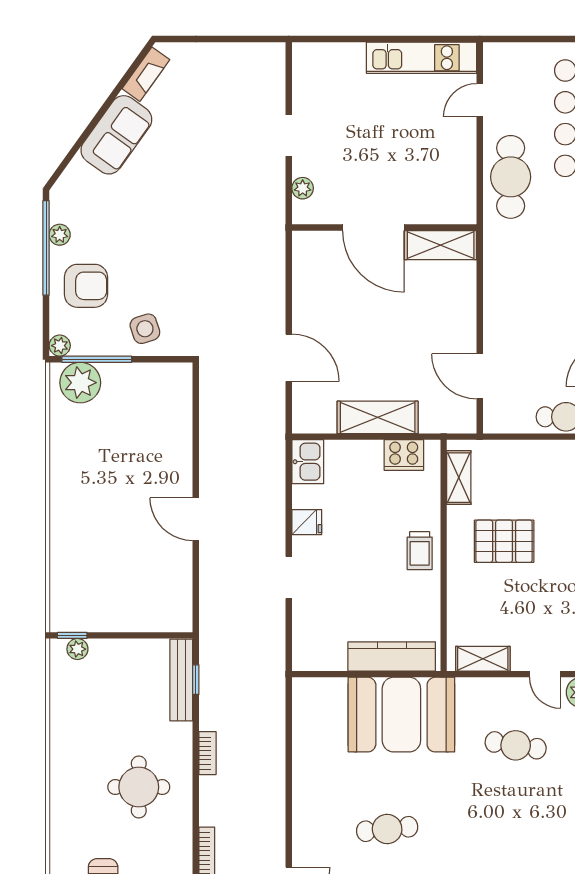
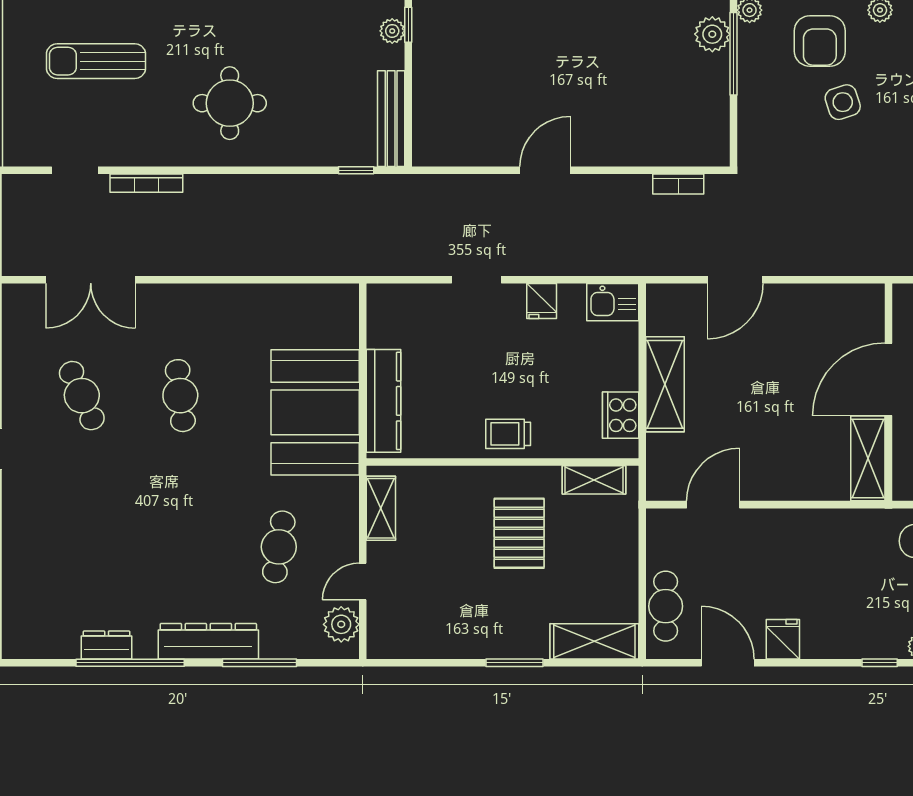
side table: (145, 329) -> (843, 102), moved
plant: (80, 383) -> (712, 34), width x0.73, depth x0.73
bench: (181, 680) -> (391, 119), moved, turned 90
bookcase: (207, 753) -> (678, 184), moved

